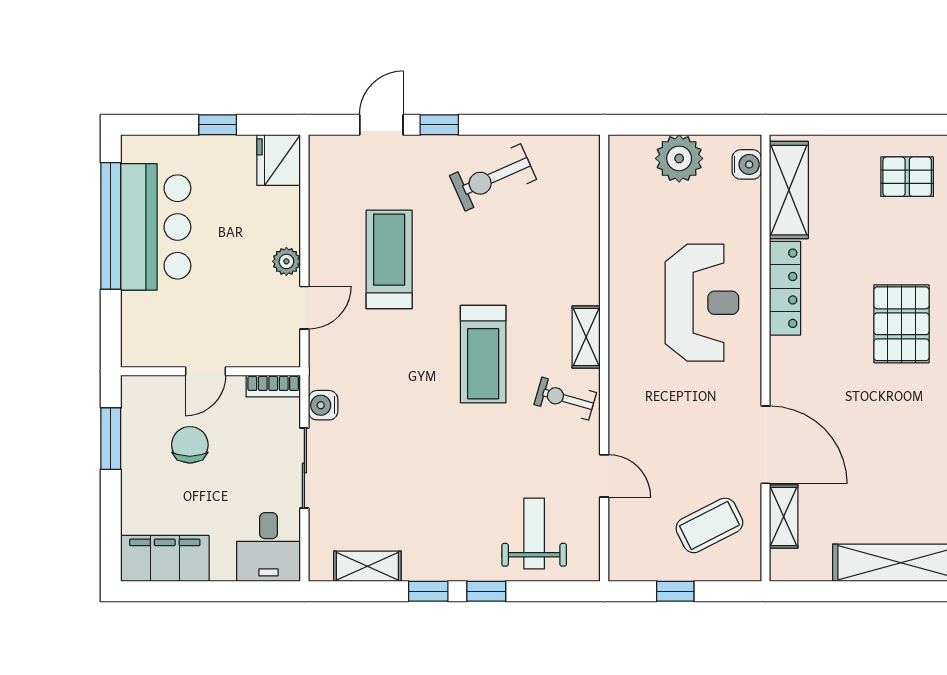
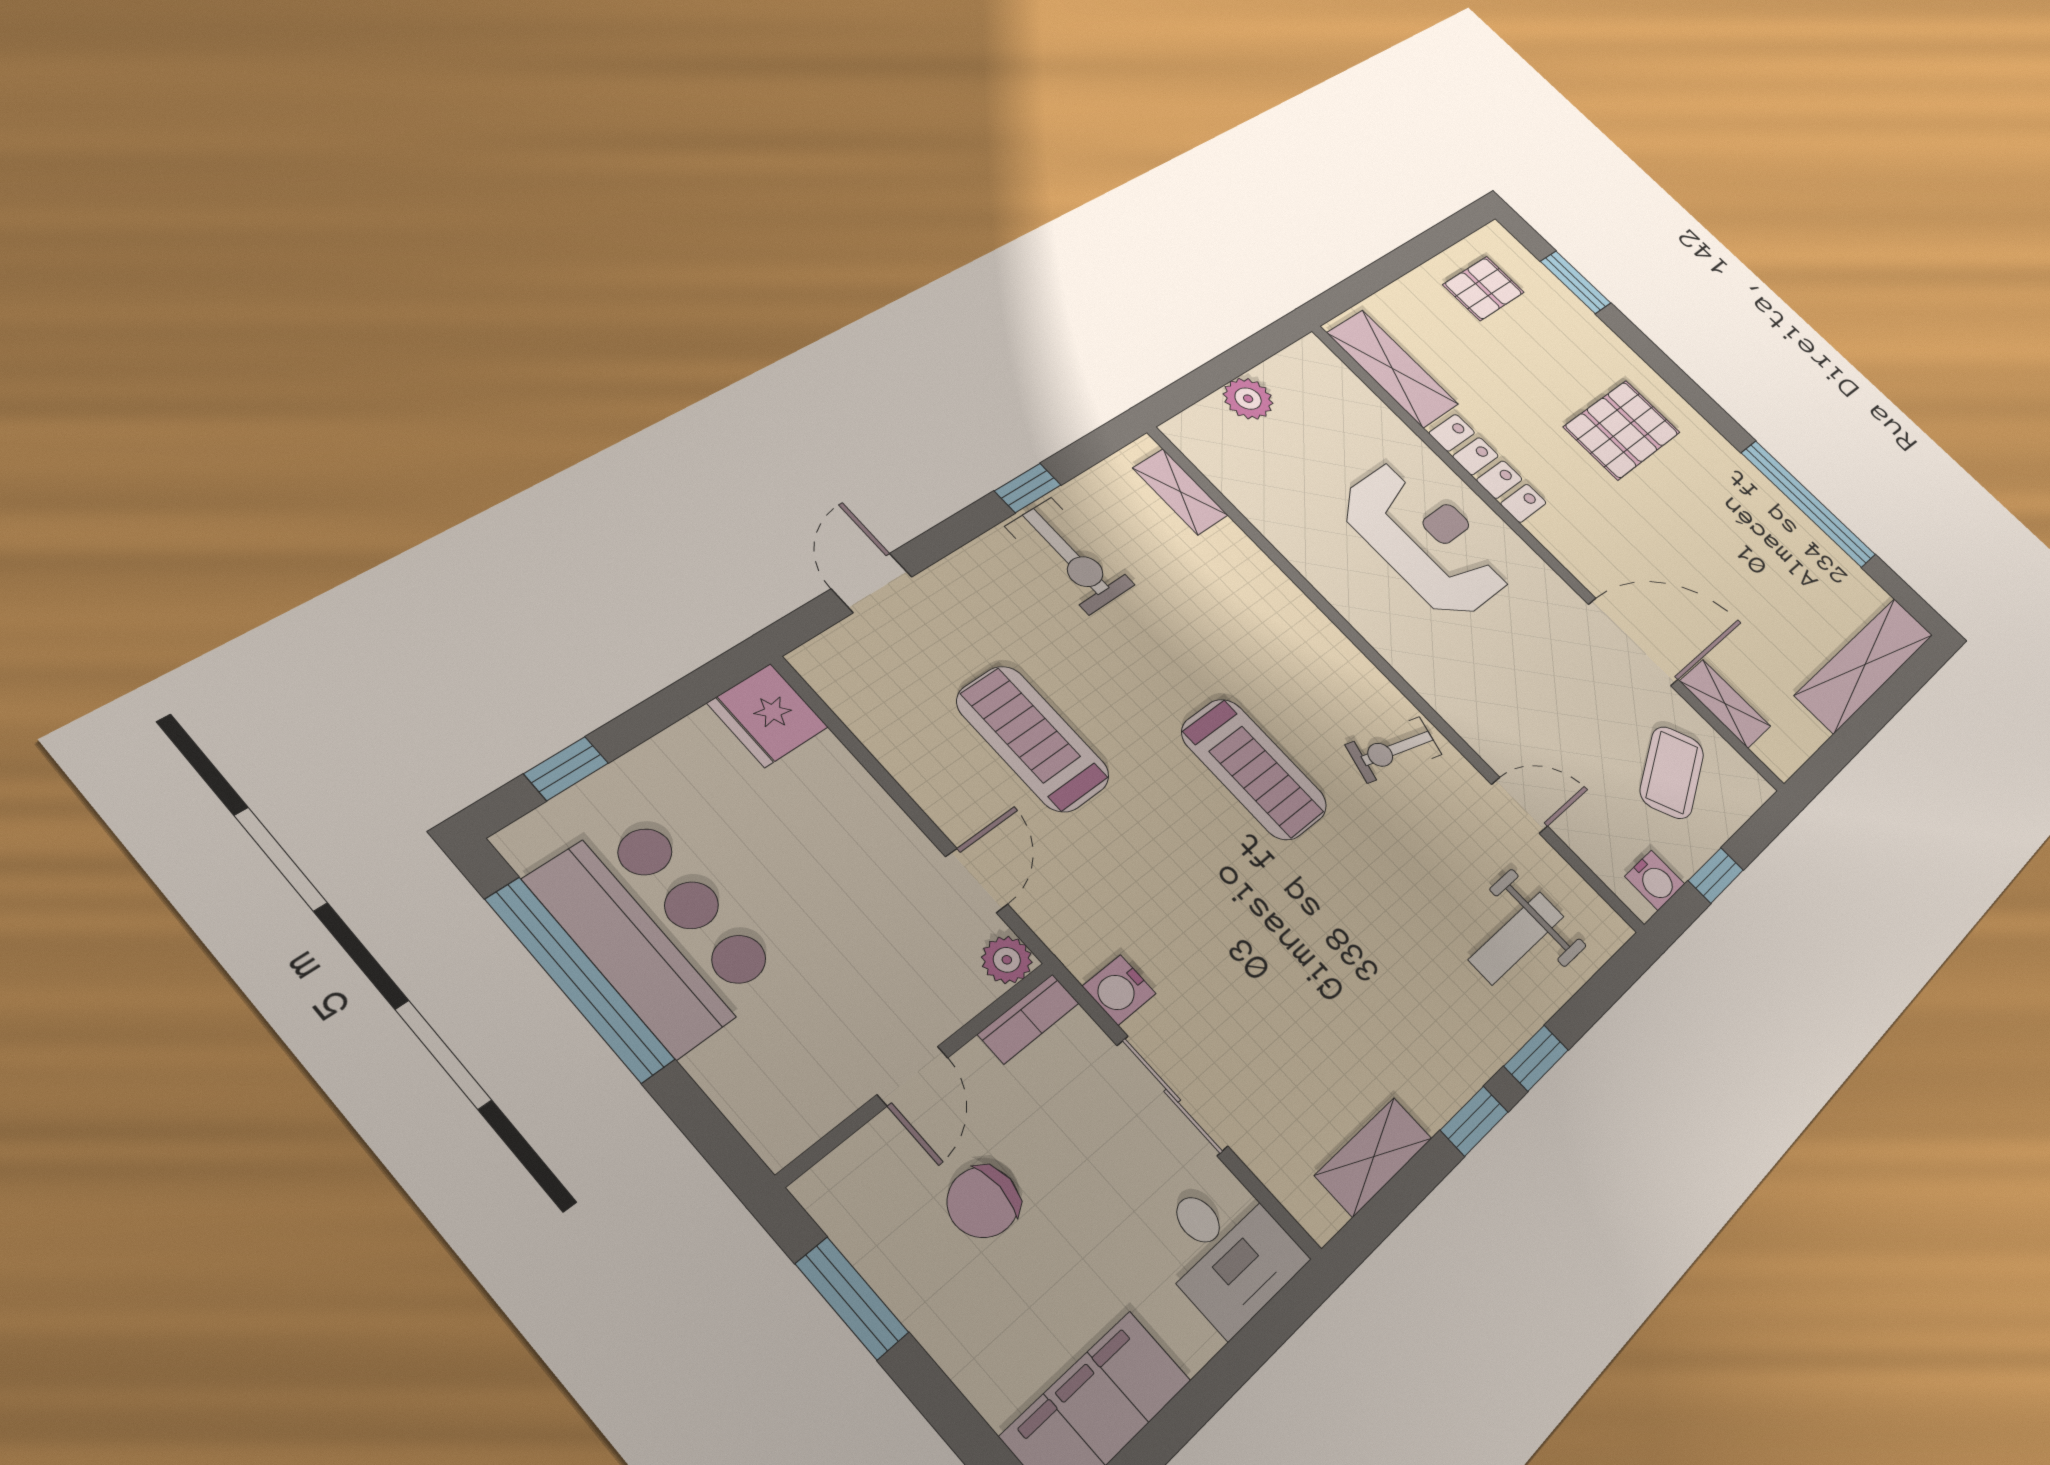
window: (218, 125) -> (566, 768), moved
window: (439, 125) -> (1028, 488), moved
plant: (679, 158) -> (1248, 399), width x0.73, depth x0.73
water cooler: (747, 164) -> (1655, 880), moved, turned 90
exercise bike: (493, 177) -> (1070, 556), turned -66
plant: (286, 261) -> (1007, 960), moved
pallet: (901, 324) -> (1622, 430), turned 90
shelving: (586, 337) -> (1180, 492), moved
chair: (190, 445) -> (983, 1202), turned -90
weight bench: (534, 534) -> (1516, 938), turned -90

